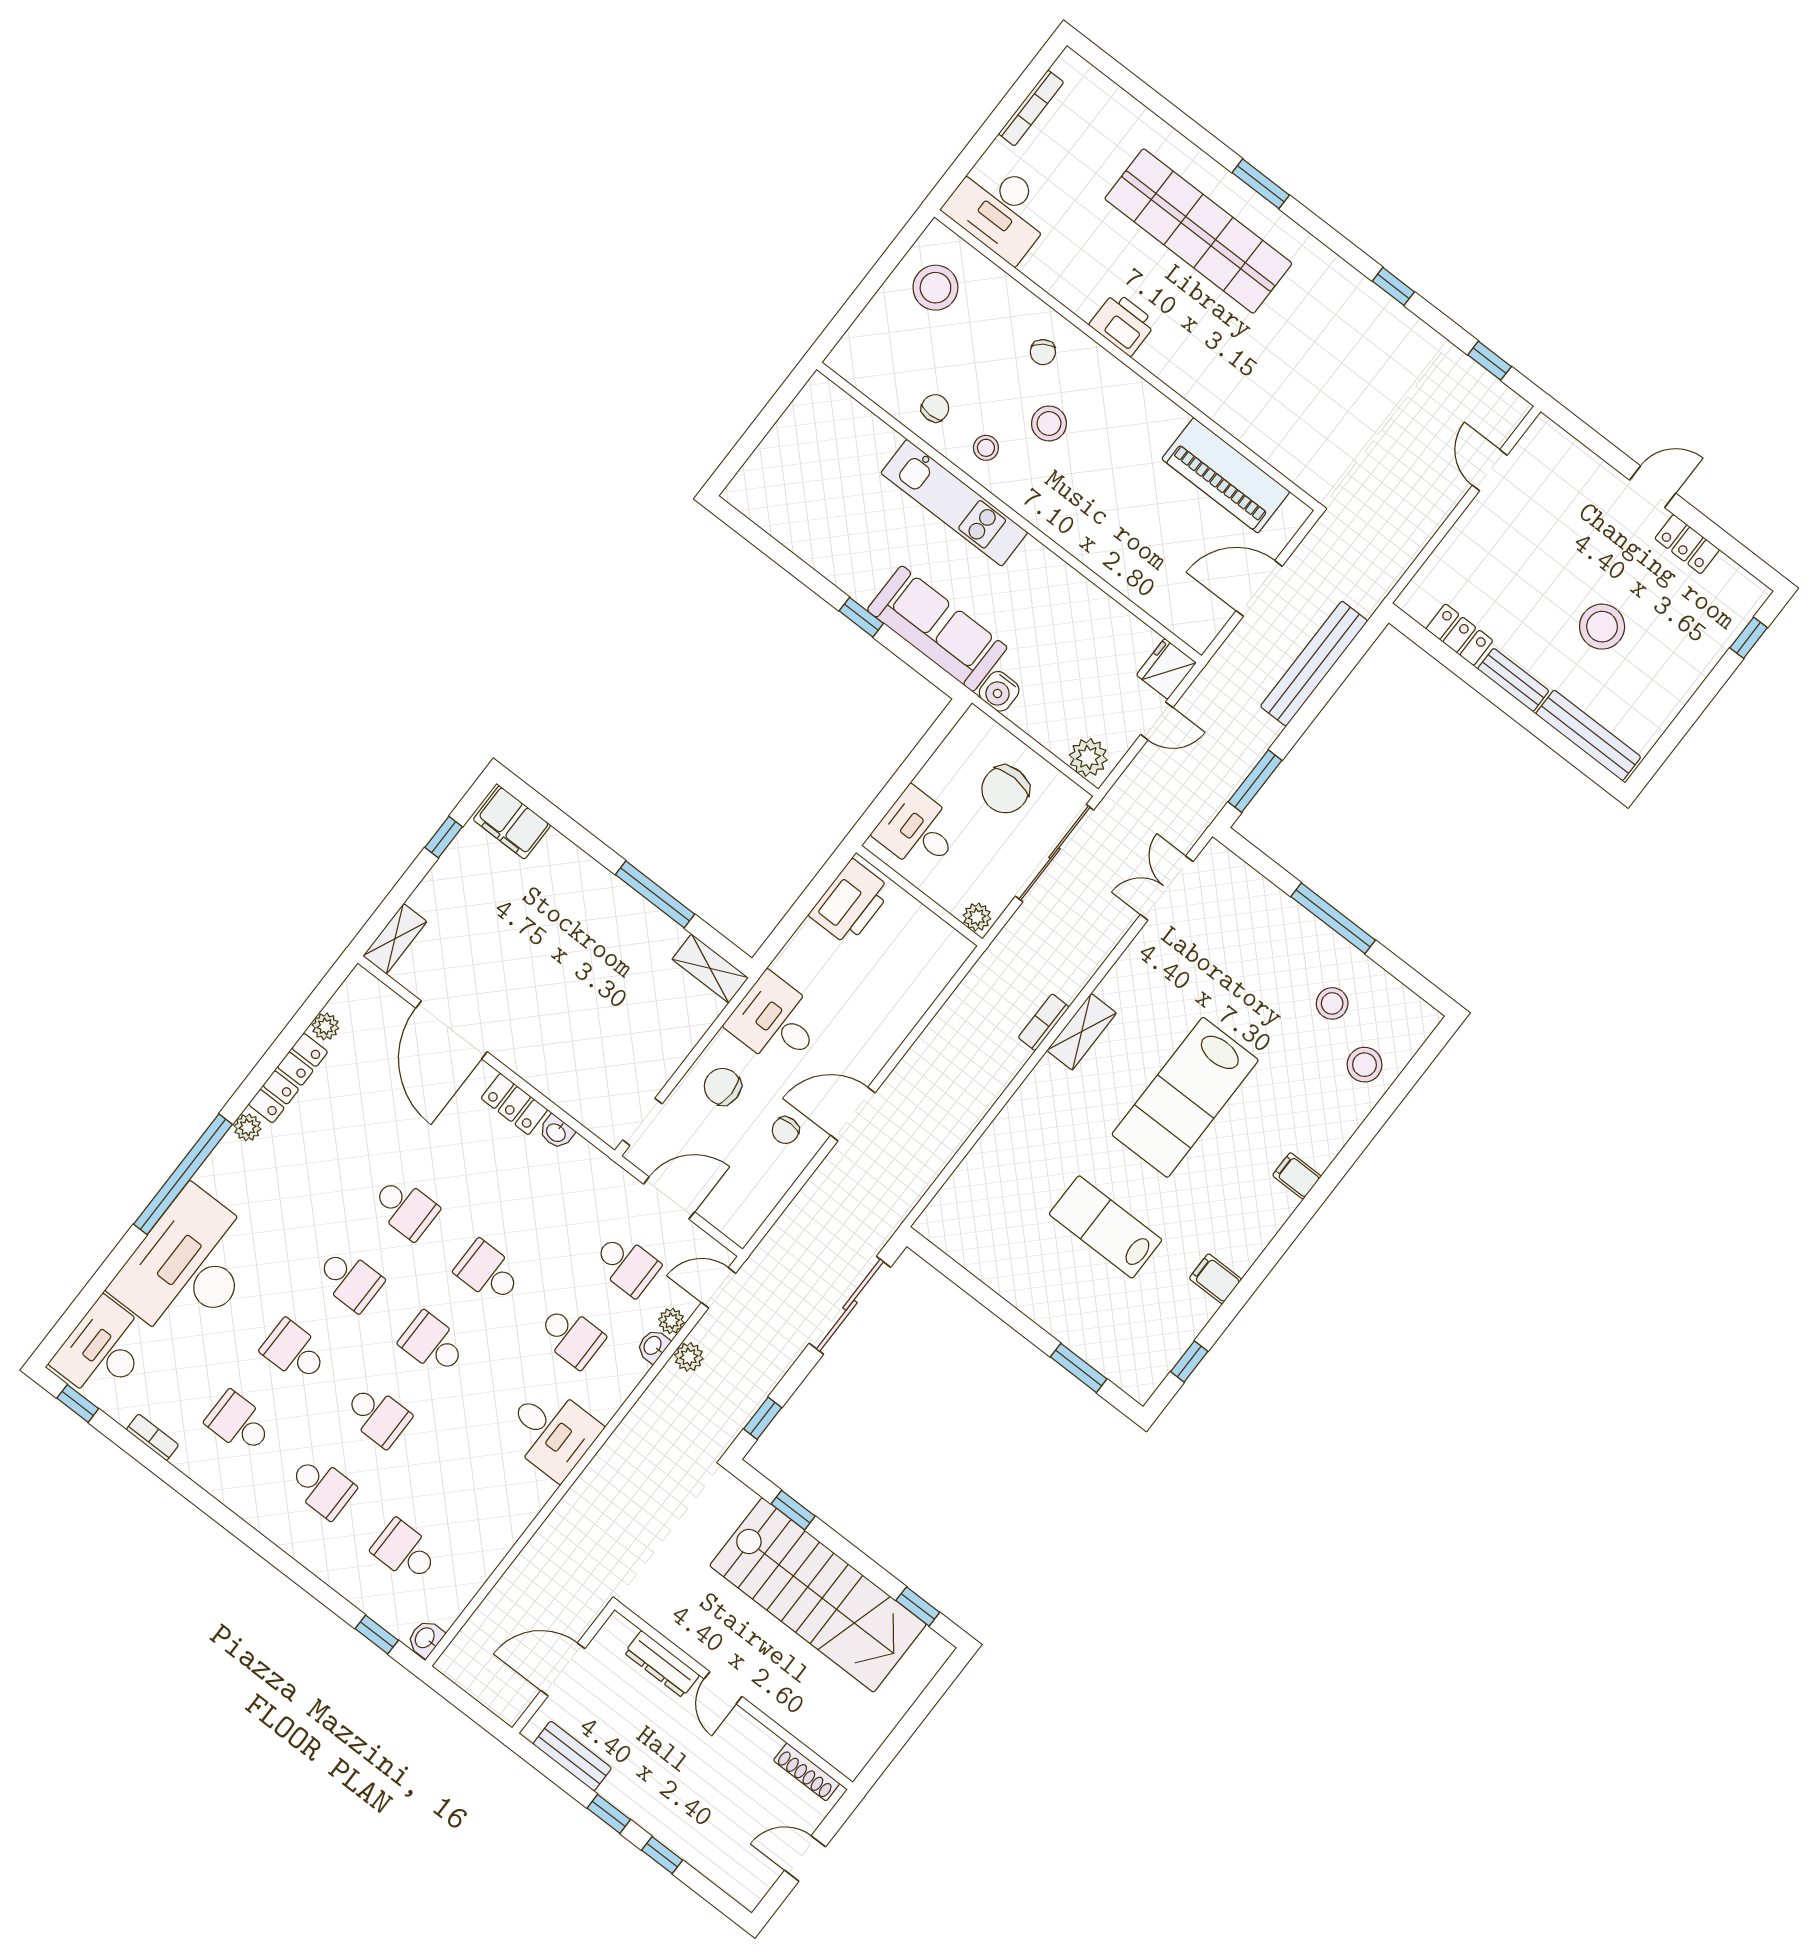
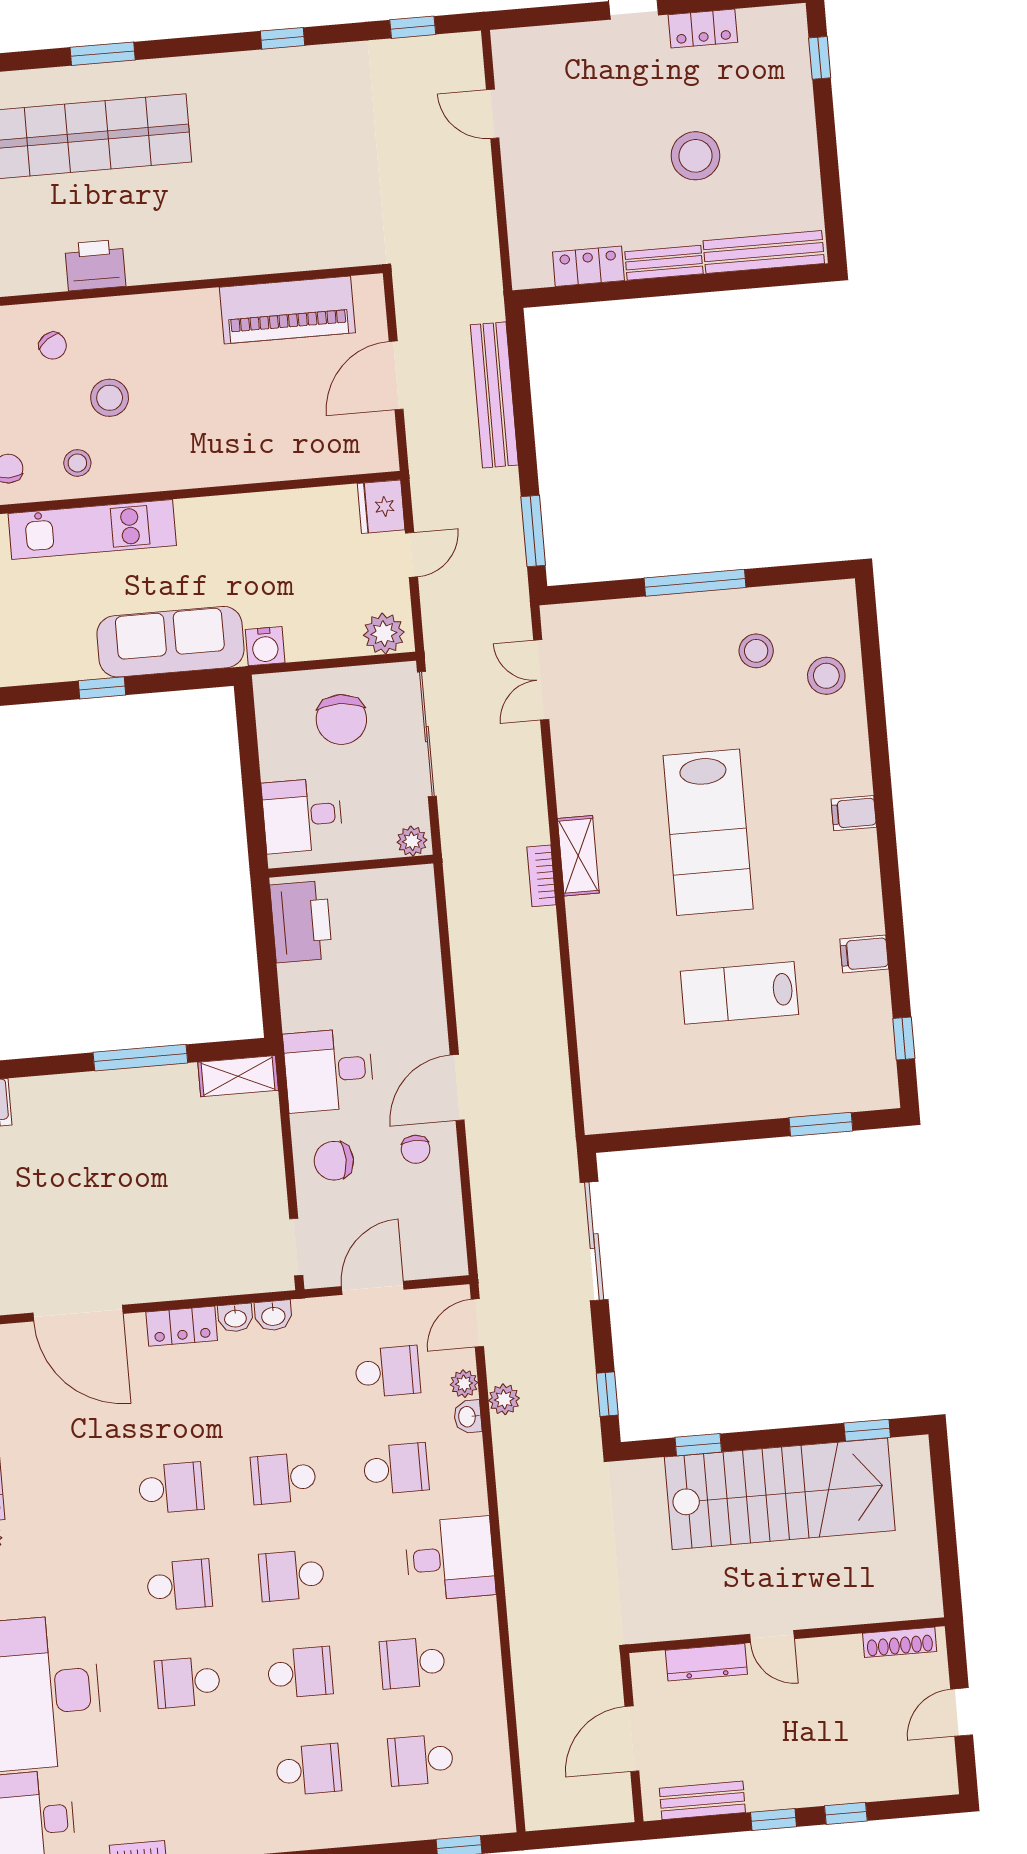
school desk: (239, 1423) -> (413, 1663), moved
washbasin: (425, 1638) -> (273, 1316), moved, turned -90

